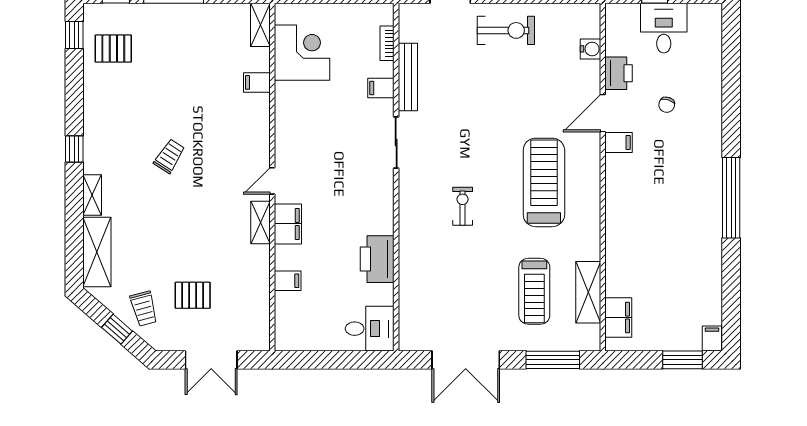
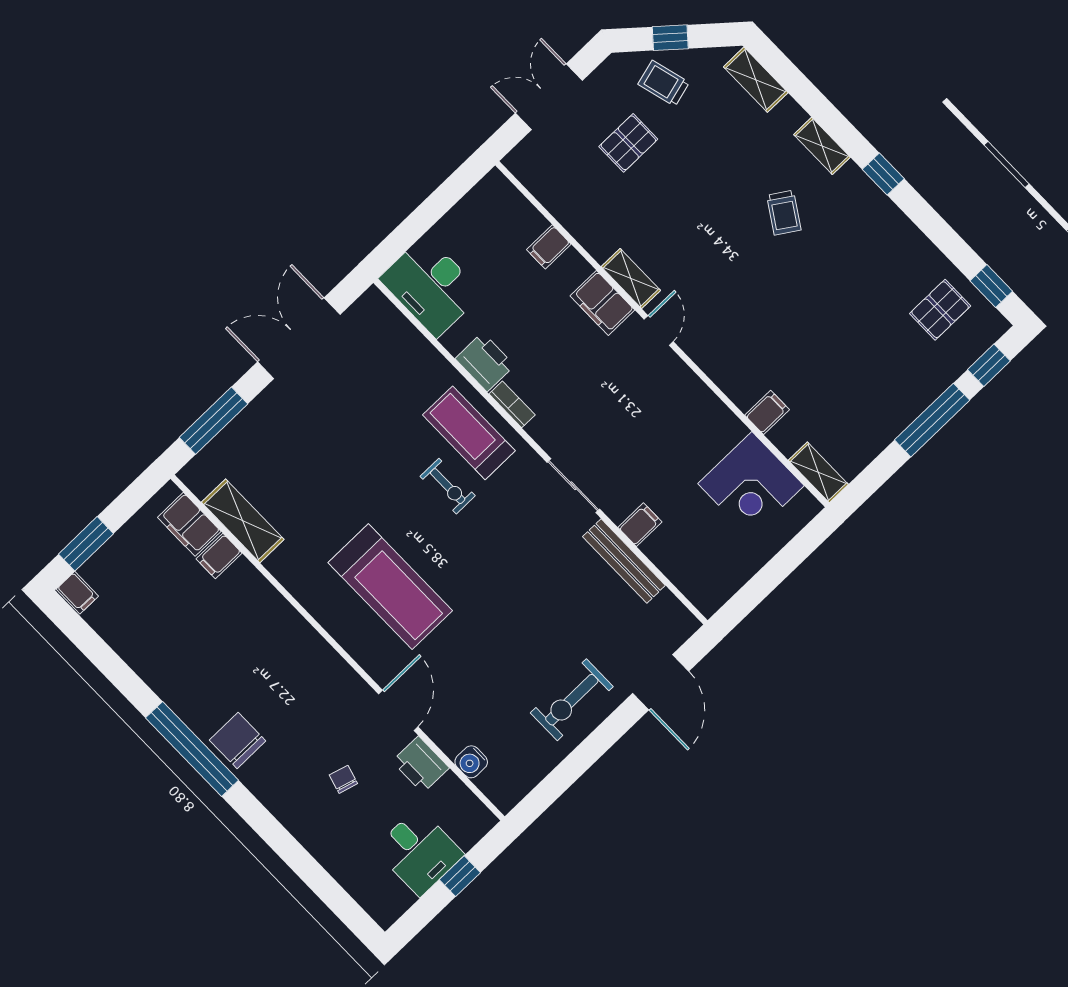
bookcase: (387, 43) -> (512, 404), moved
filing cabinet: (619, 142) -> (219, 556), moved
trolley: (169, 156) -> (784, 213), moved
chair: (703, 179) -> (238, 741), added
shelving: (97, 252) -> (756, 80), width x0.67, depth x0.75
printer: (377, 259) -> (485, 362), width x0.73, depth x0.84
treadmill: (534, 291) -> (469, 433), moved
desk: (370, 329) -> (431, 286), width x1.37

